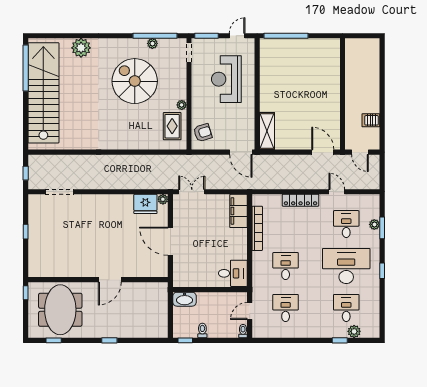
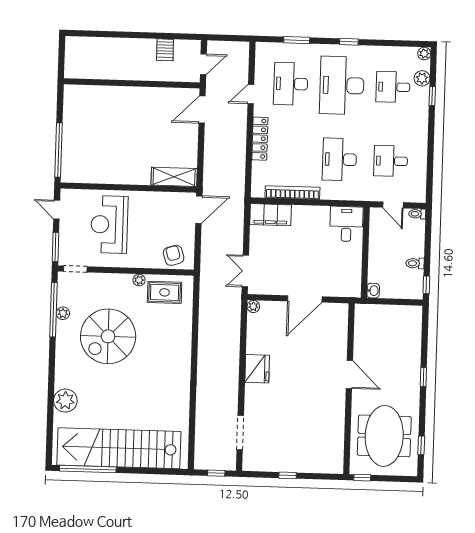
reception desk: (226, 79) -> (109, 224), turned 90
fridge: (145, 204) -> (257, 369), moved
desk: (346, 224) -> (291, 84), width x1.37
plant: (374, 224) -> (424, 54), moved
desk: (286, 266) -> (340, 159), width x1.37
washbasin: (185, 299) -> (373, 291), width x0.52, depth x0.69
meeting table: (60, 310) -> (384, 436), turned 90

